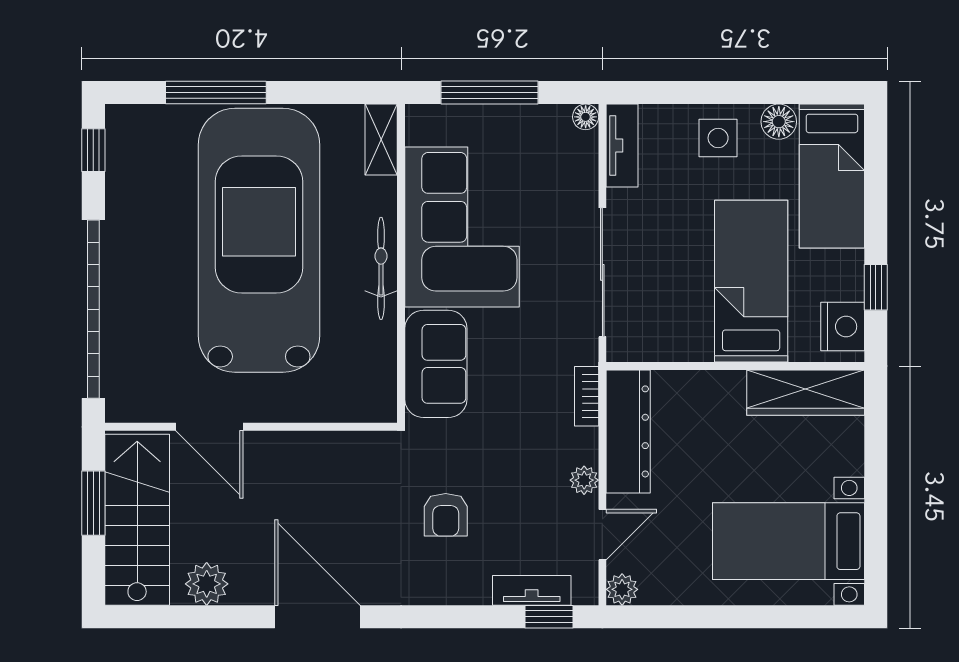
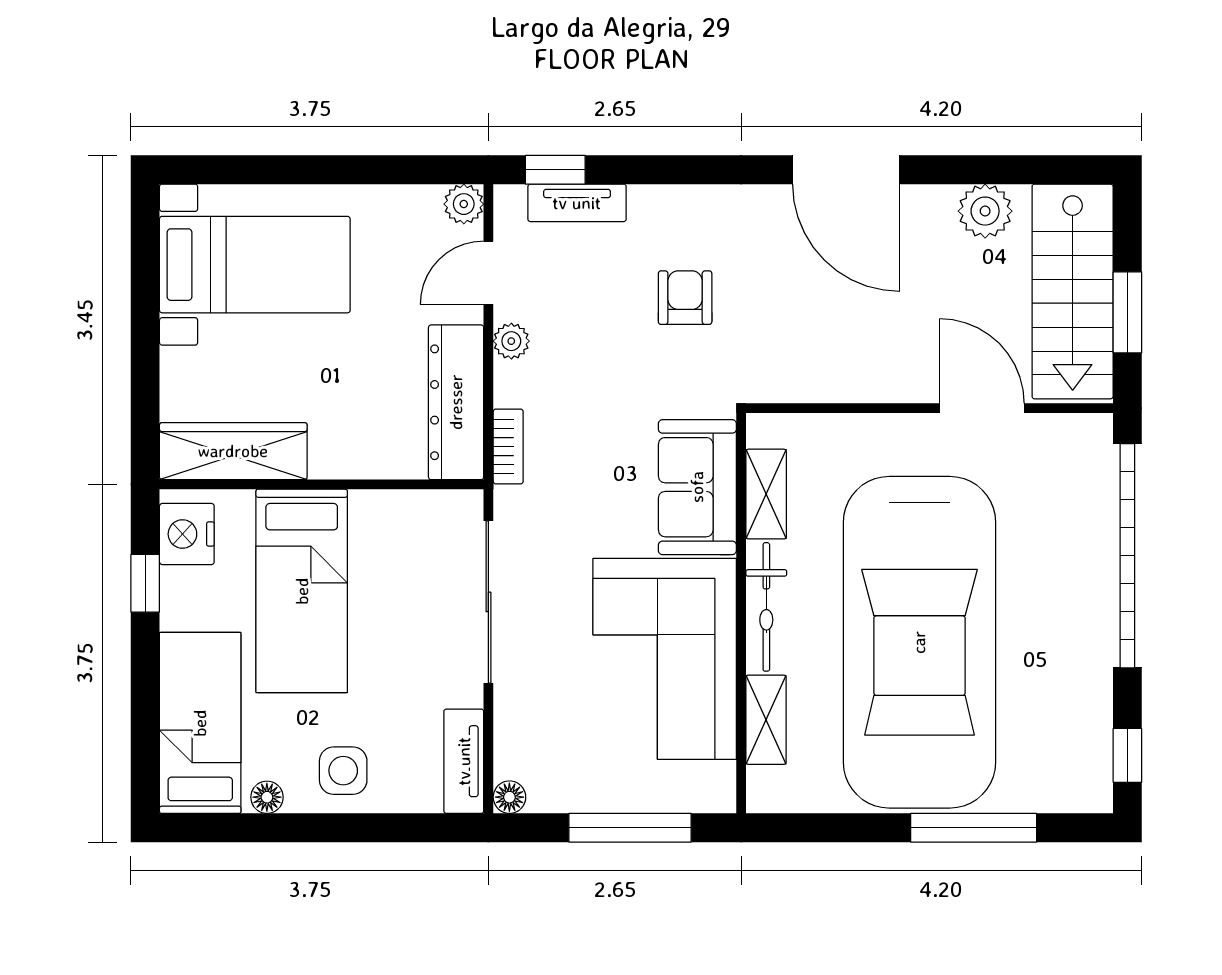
floor lamp: (779, 122) -> (267, 797), width x0.73, depth x0.73
shelving: (381, 140) -> (766, 720), moved
shelving: (381, 358) -> (766, 494), added

